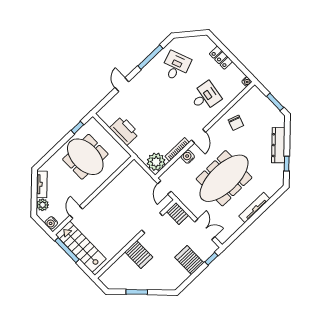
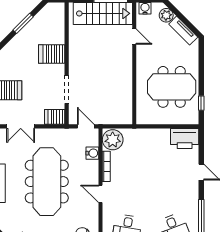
printer: (124, 131) -> (185, 138), moved
water cooler: (188, 157) -> (92, 153), moved

